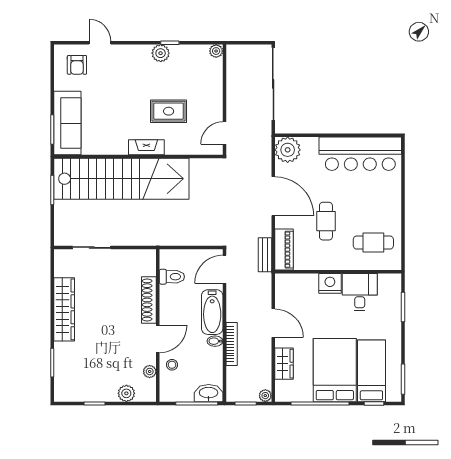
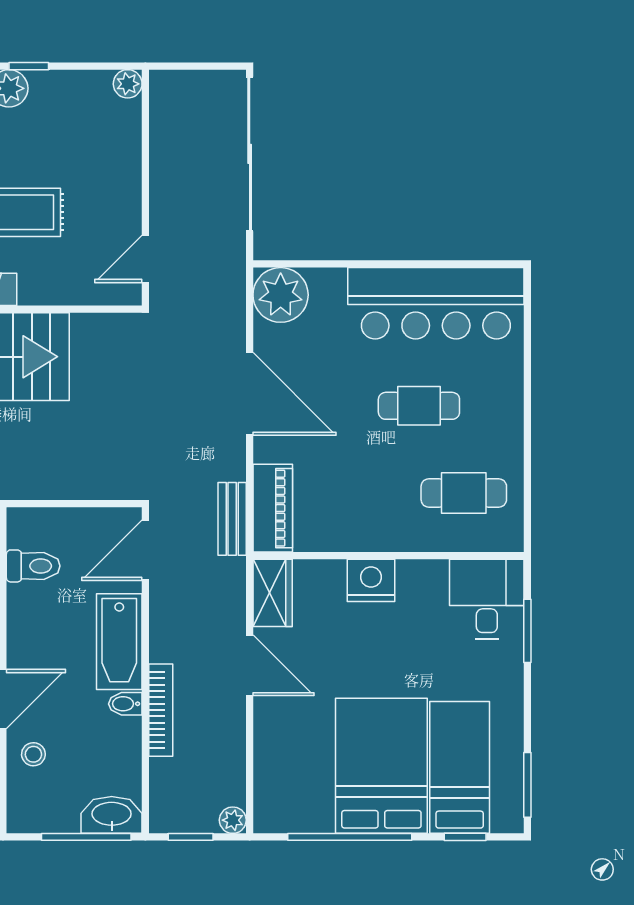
cafe table: (326, 221) -> (419, 406), moved, turned 90
desk: (360, 292) -> (487, 599), moved
wardrobe: (284, 364) -> (273, 593), moved

